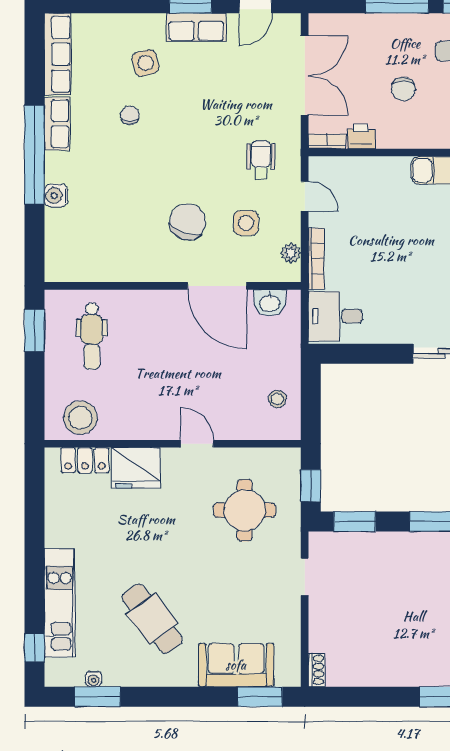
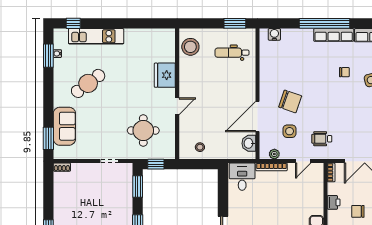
row of seats: (57, 124) -> (334, 35), width x1.48
printer: (361, 136) -> (334, 202), moved
wheelchair: (261, 160) -> (322, 139), turned 180
water cooler: (56, 196) -> (274, 34), moved
locker: (85, 460) -> (169, 49), removed

